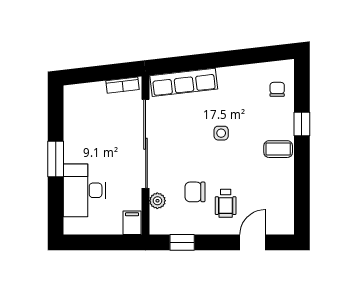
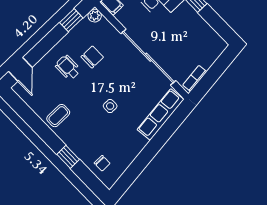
coffee table: (278, 149) -> (58, 116), moved
plant: (157, 201) -> (95, 16), moved
door: (253, 242) -> (20, 69), moved

